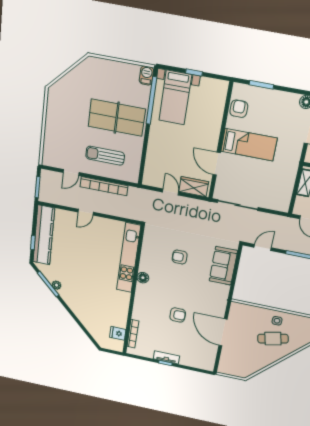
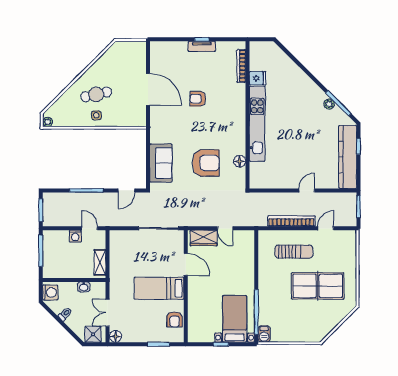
table tennis table: (117, 118) -> (318, 286), moved
armchair: (180, 257) -> (206, 163), width x1.88, depth x1.88
kitchen unit: (129, 258) -> (257, 124), moved
floor lamp: (143, 278) -> (240, 161), moved
fridge: (118, 333) -> (258, 78), moved

